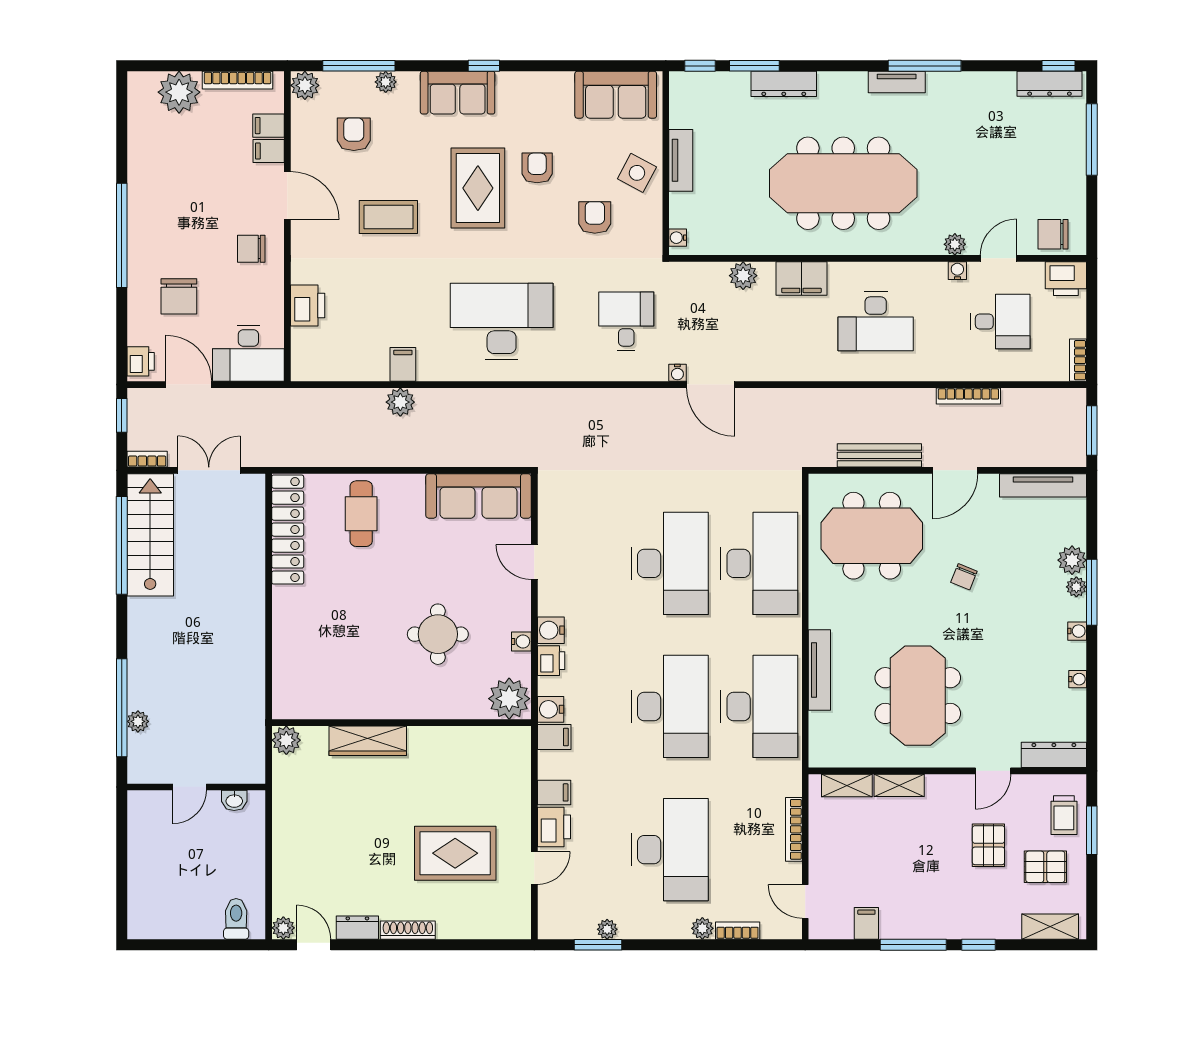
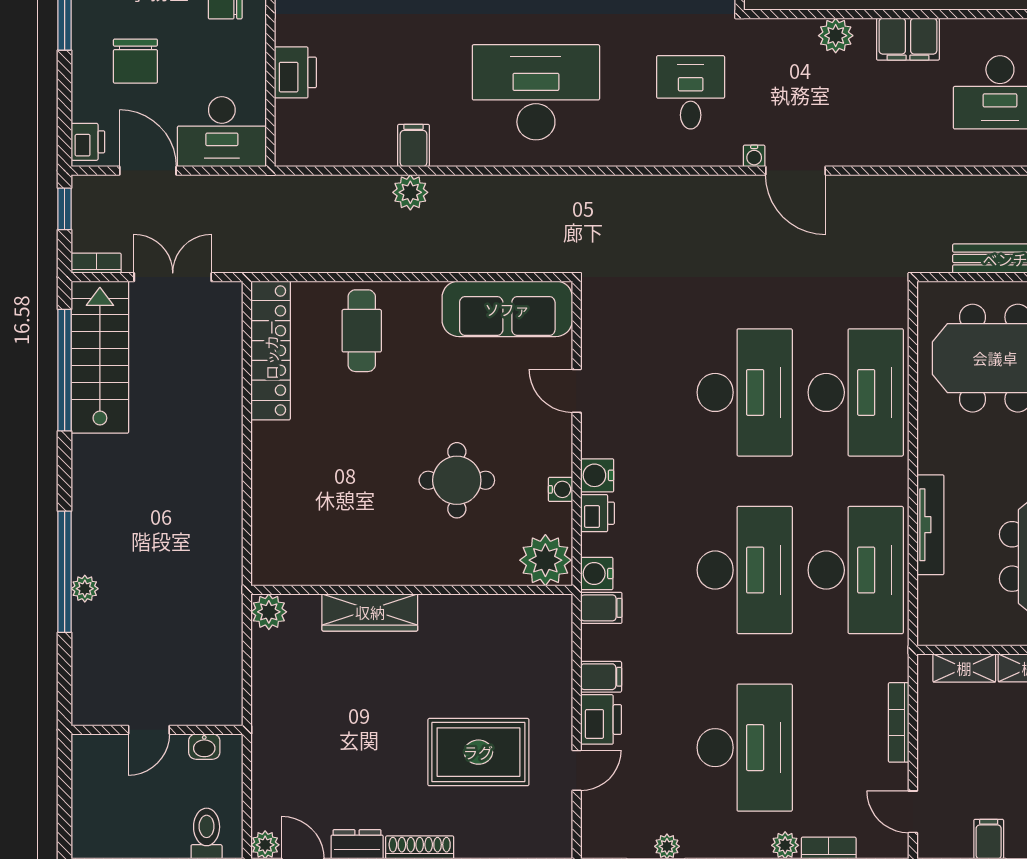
door: (190, 787) -> (149, 730), moved
wall: (196, 787) -> (157, 730), moved
washbasin: (234, 800) -> (204, 747), moved

